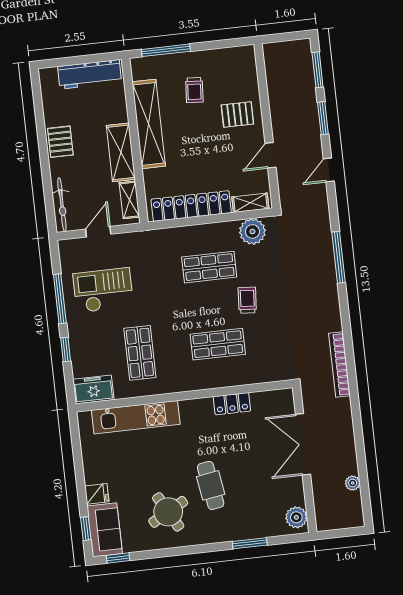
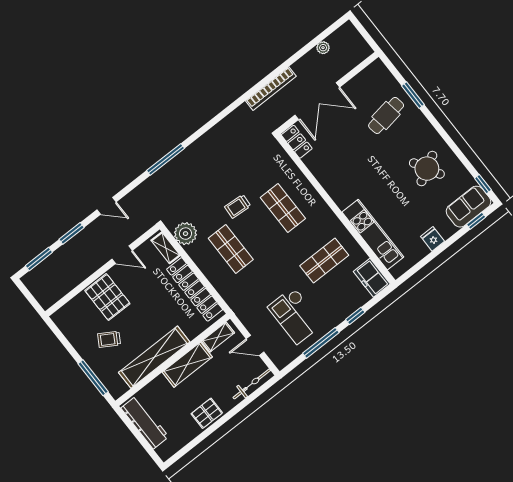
trolley: (194, 90) -> (109, 339), turned -153
pallet: (237, 114) -> (107, 297), width x1.50, depth x1.42
bookcase: (339, 365) -> (271, 89), moved
locker: (232, 404) -> (297, 142), moved
cafe table: (211, 485) -> (386, 115), moved
fridge: (97, 494) -> (433, 239), moved
plant: (296, 517) -> (373, 73), removed

